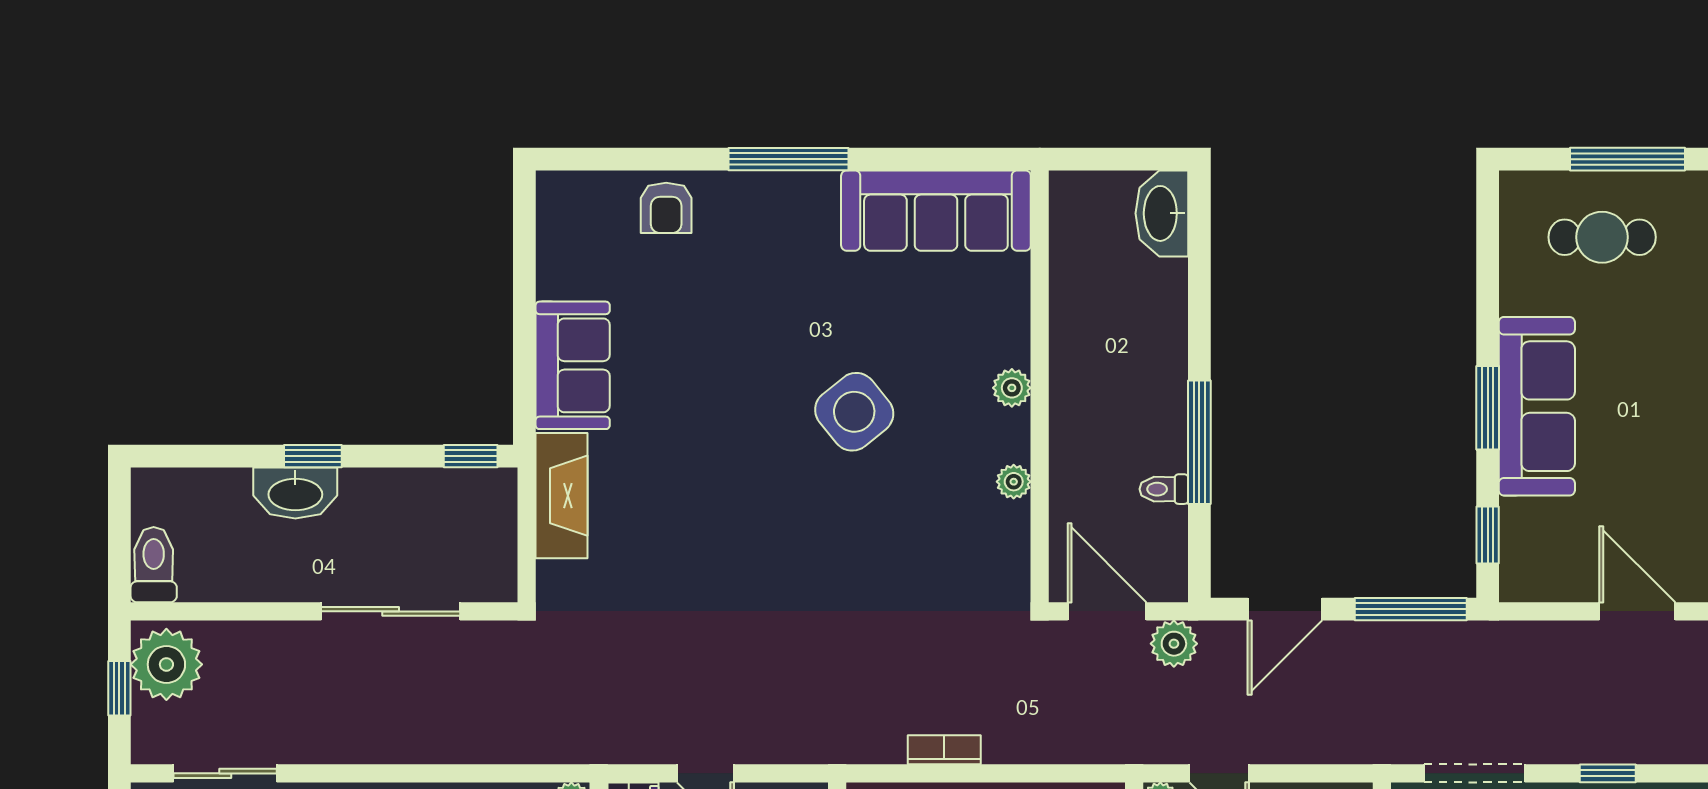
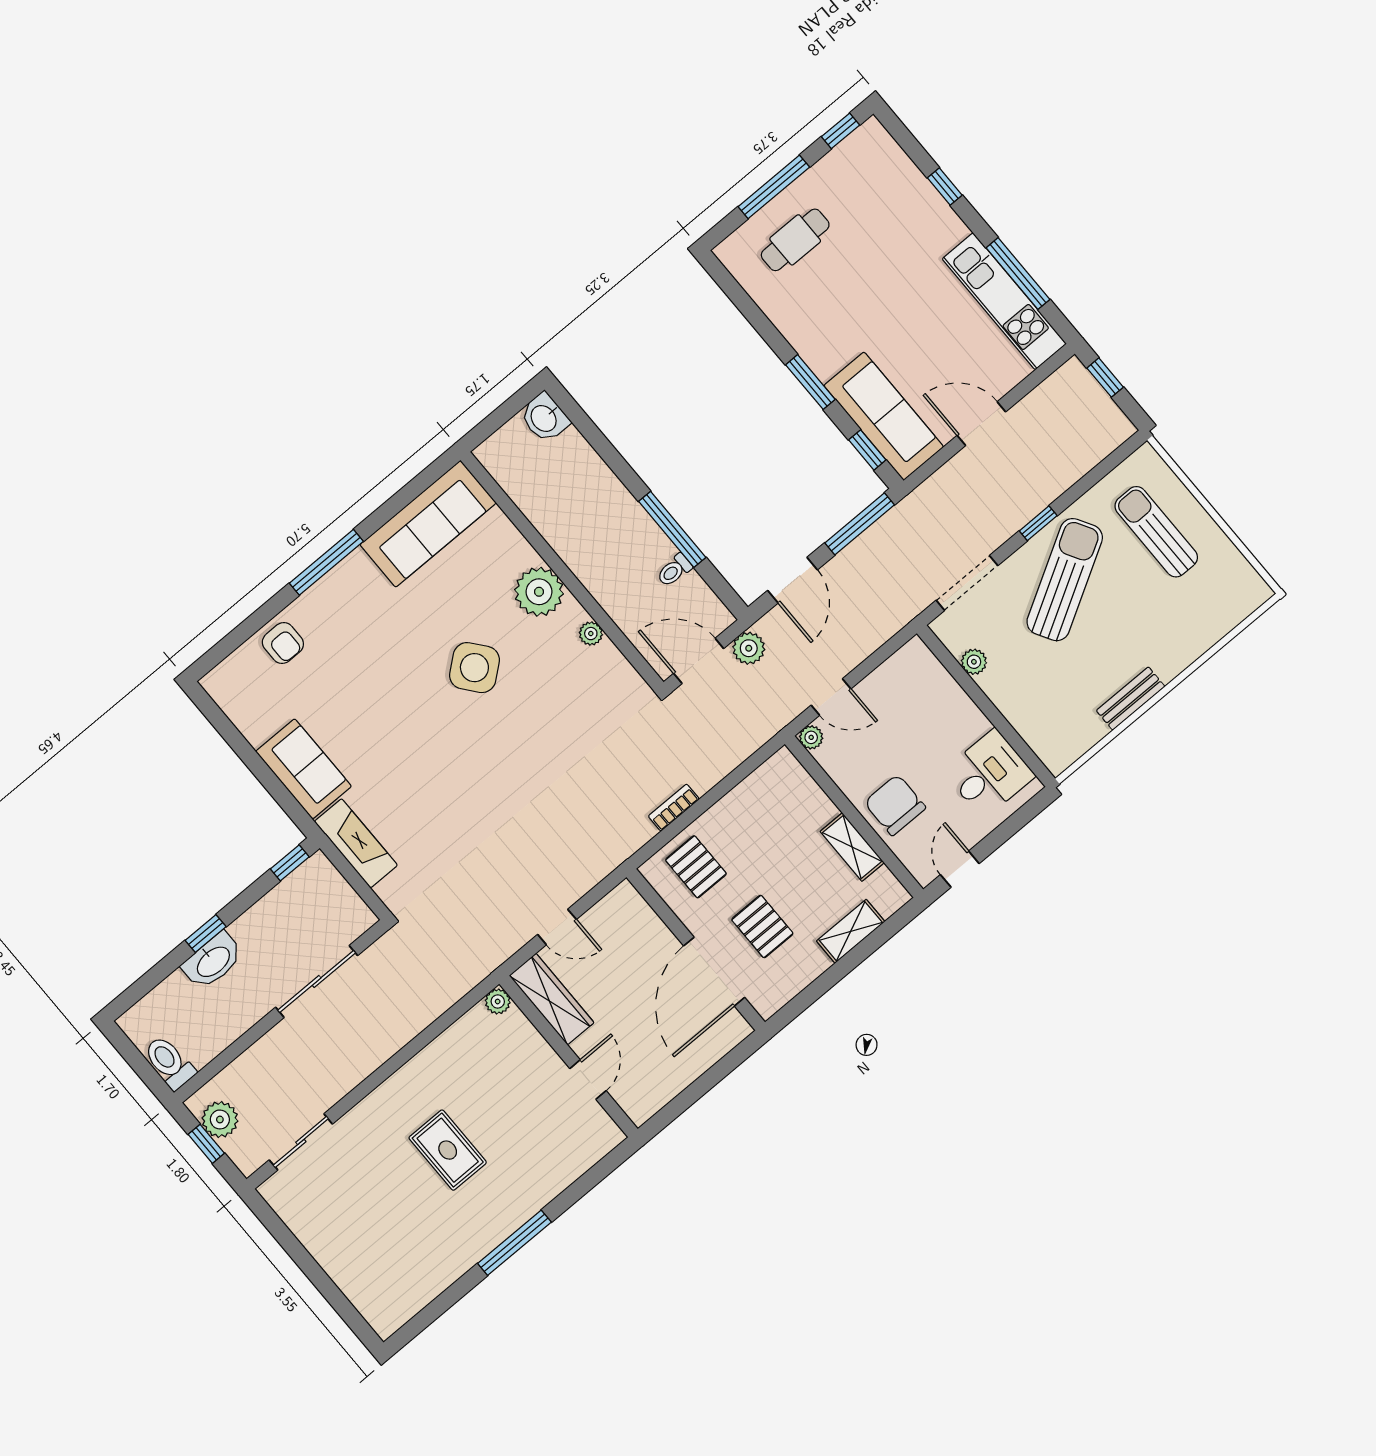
washbasin: (1162, 213) -> (544, 418), width x0.72
plant: (1012, 388) -> (539, 592), width x1.88, depth x1.88
sofa: (1537, 406) -> (884, 416), moved
plant: (166, 664) -> (220, 1119), width x0.73, depth x0.73

